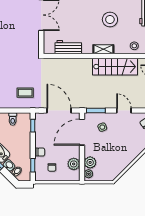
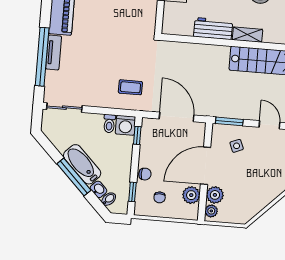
workbench: (68, 47) -> (213, 29), moved
washing machine: (24, 119) -> (125, 125), added
door: (82, 132) -> (206, 166), moved

